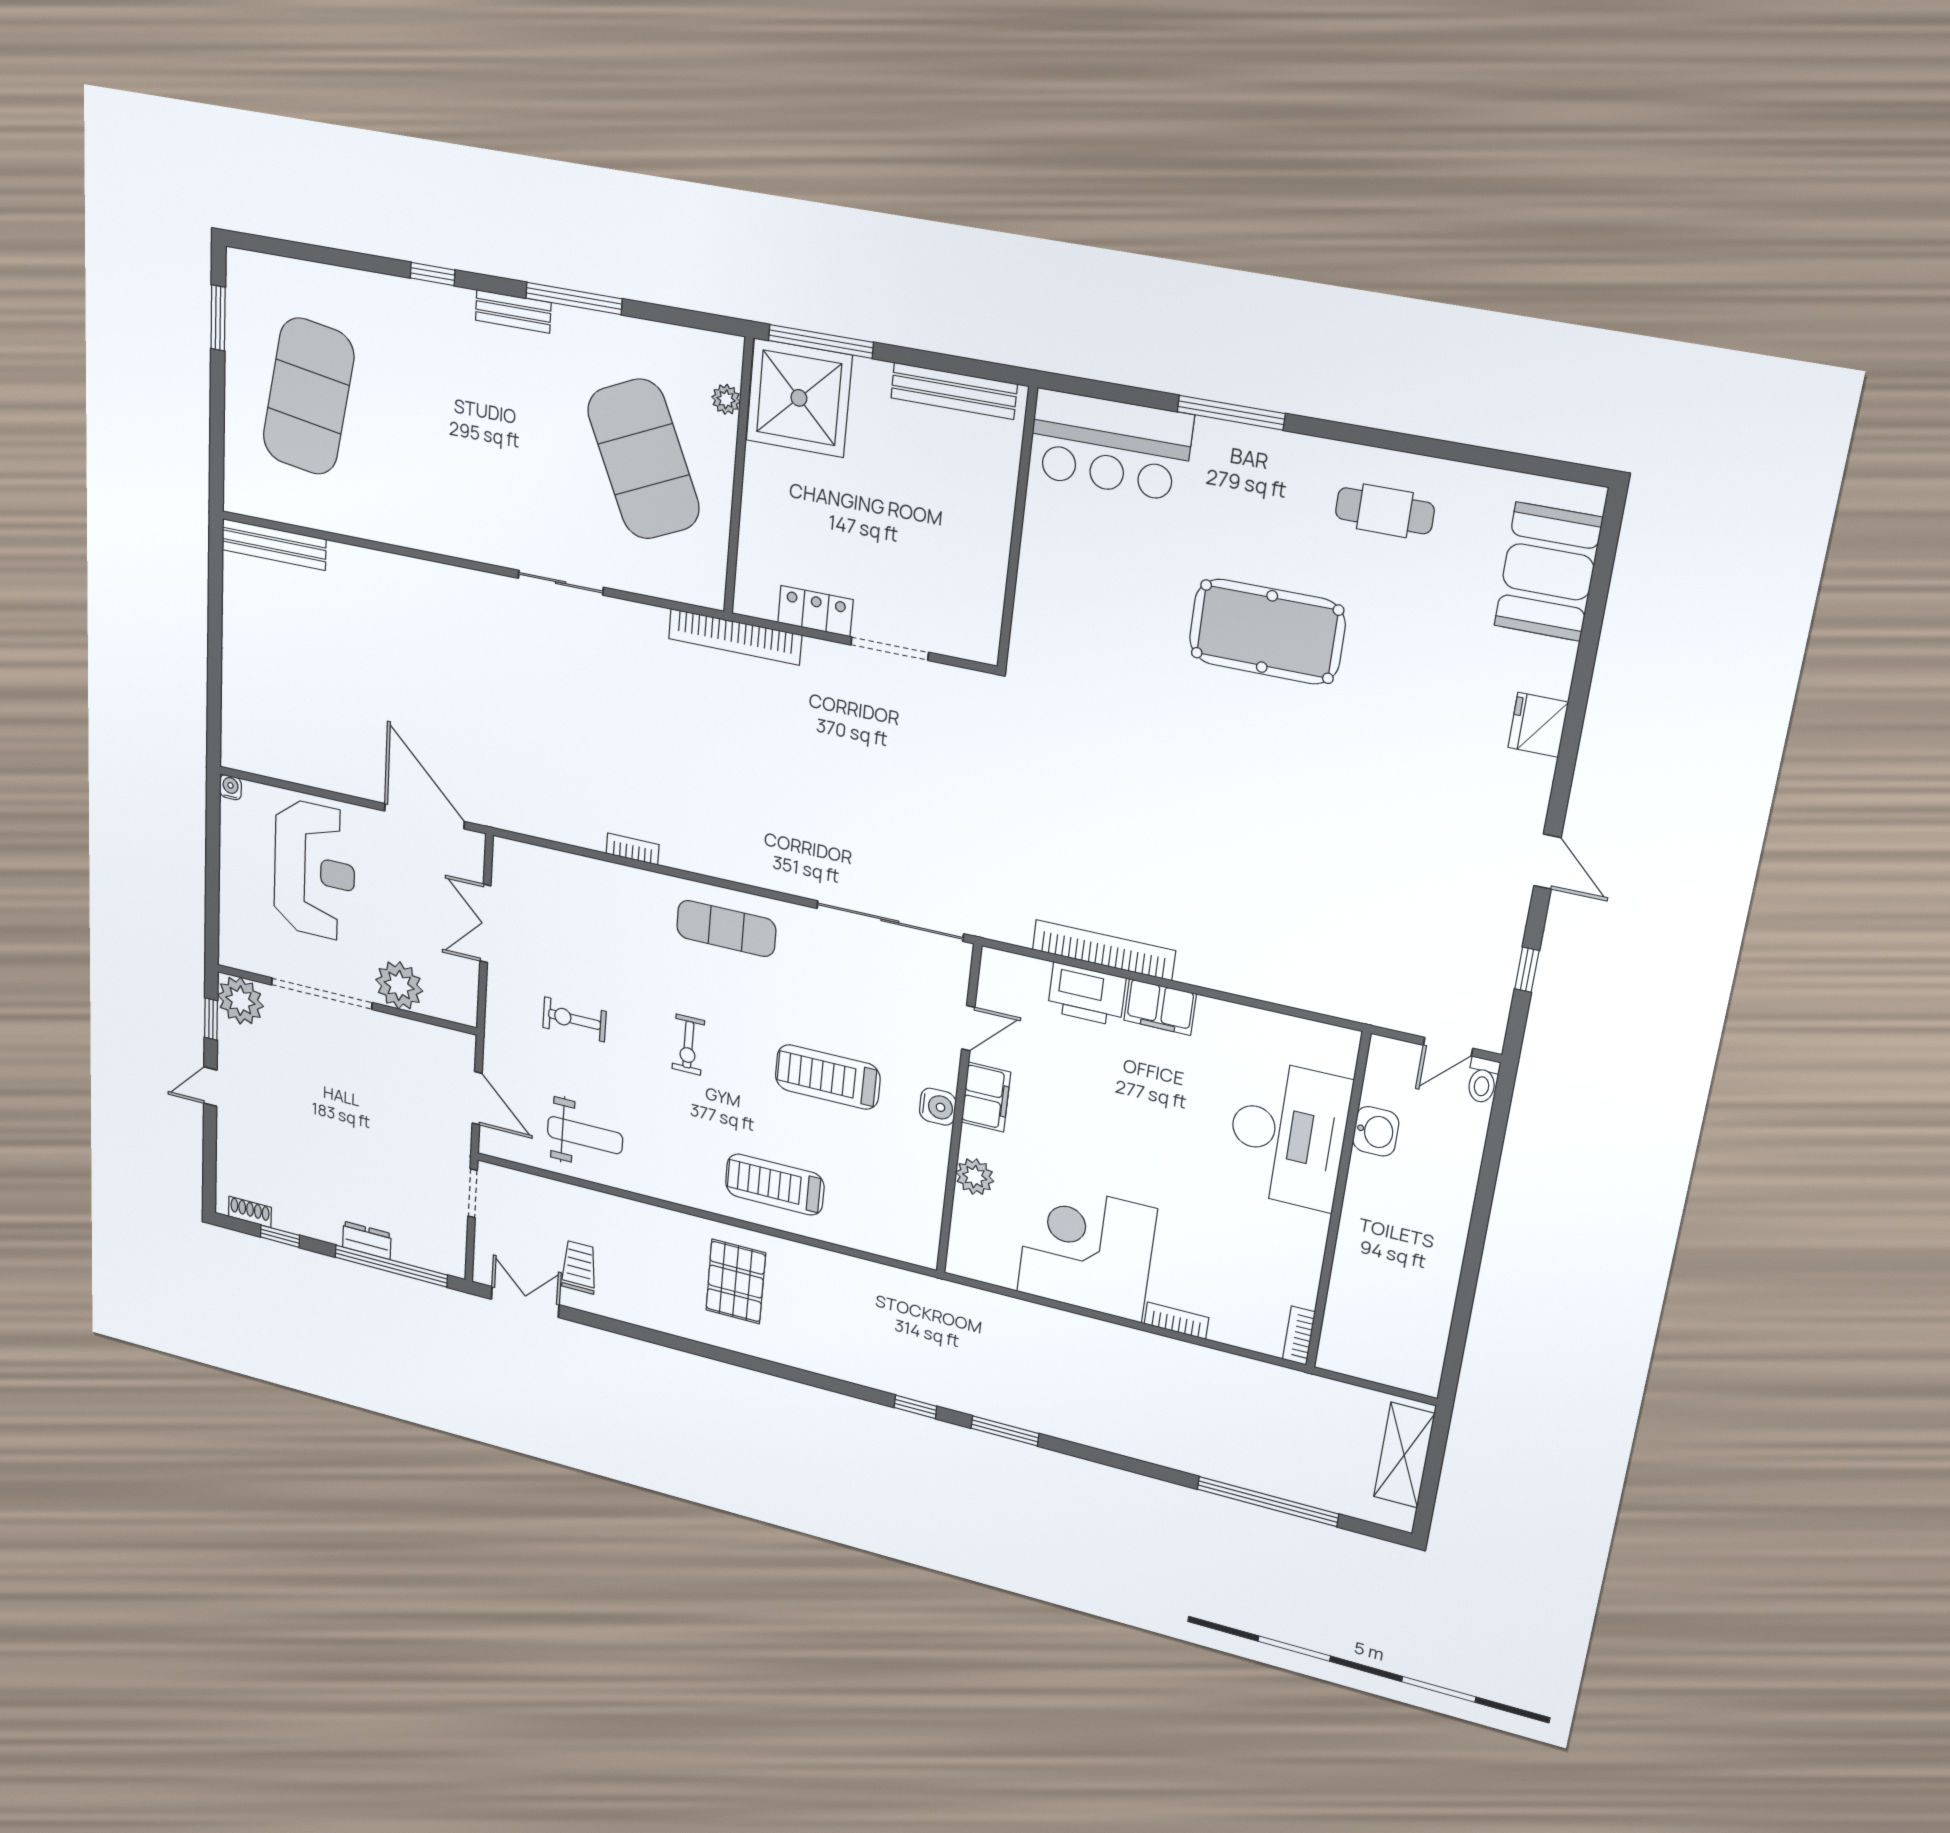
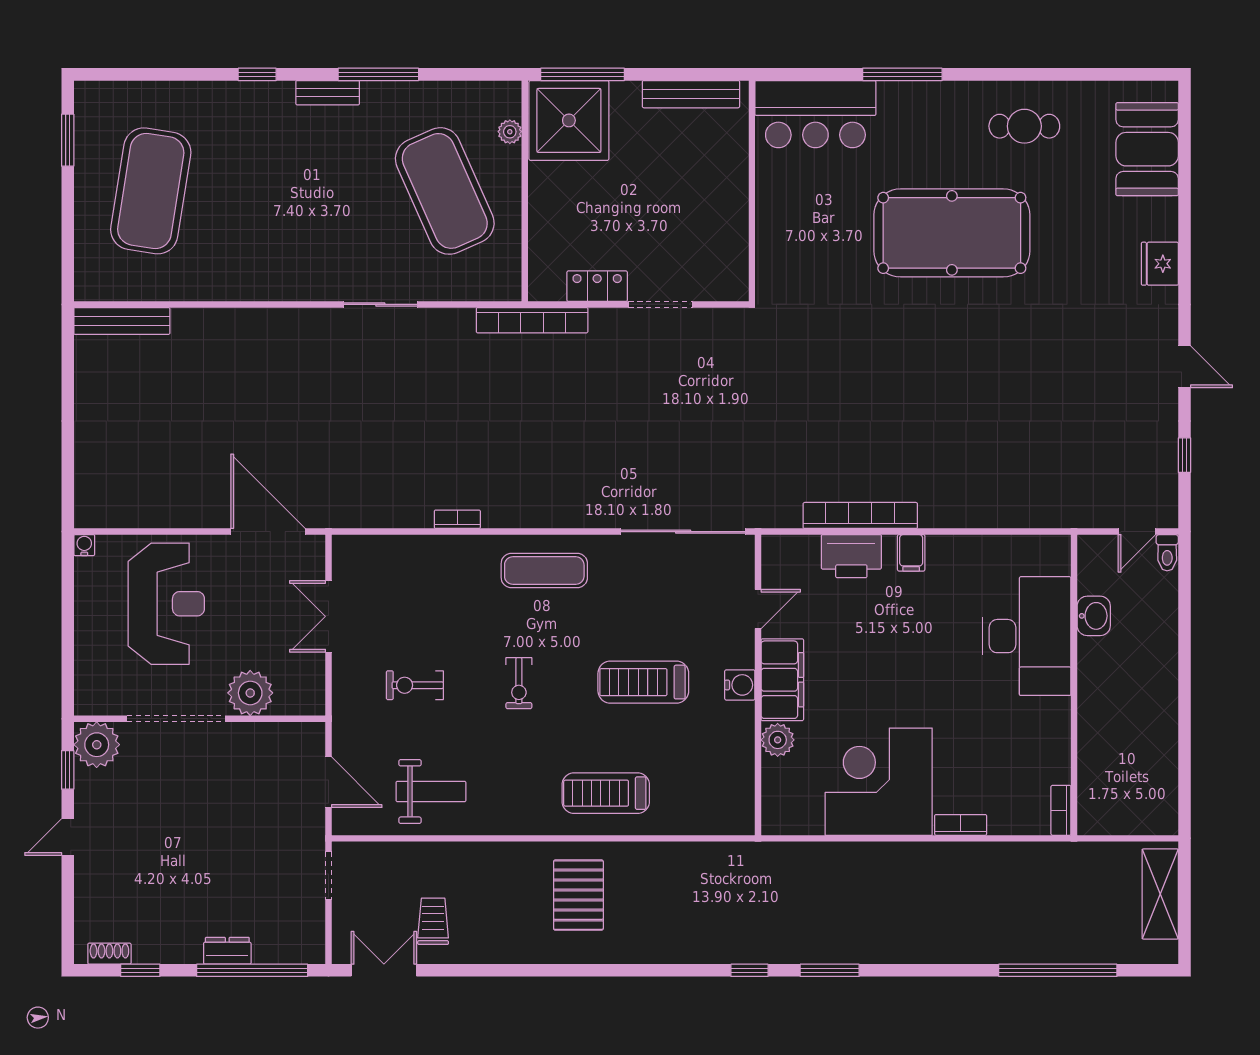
pool table: (1267, 632) -> (952, 233), width x1.36, depth x1.32
filing cabinet: (1160, 1007) -> (911, 553), width x0.50
filing cabinet: (986, 1097) -> (782, 680), width x1.50, depth x1.17

